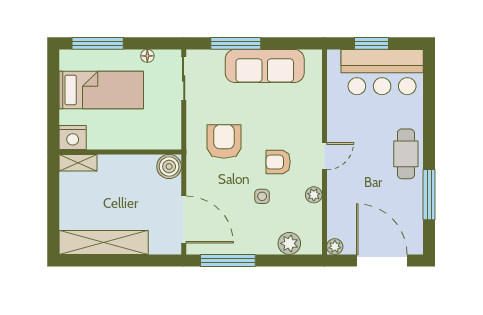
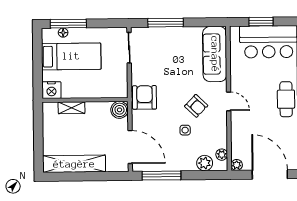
floor lamp: (147, 56) -> (63, 33), moved
sofa: (265, 66) -> (215, 54), moved, turned 90
armchair: (224, 142) -> (144, 97), moved
door: (324, 156) -> (229, 101), hinge flipped
armchair: (278, 162) -> (196, 106), turned -136
shelving: (78, 163) -> (71, 108), moved
plant: (314, 195) -> (222, 155), moved

